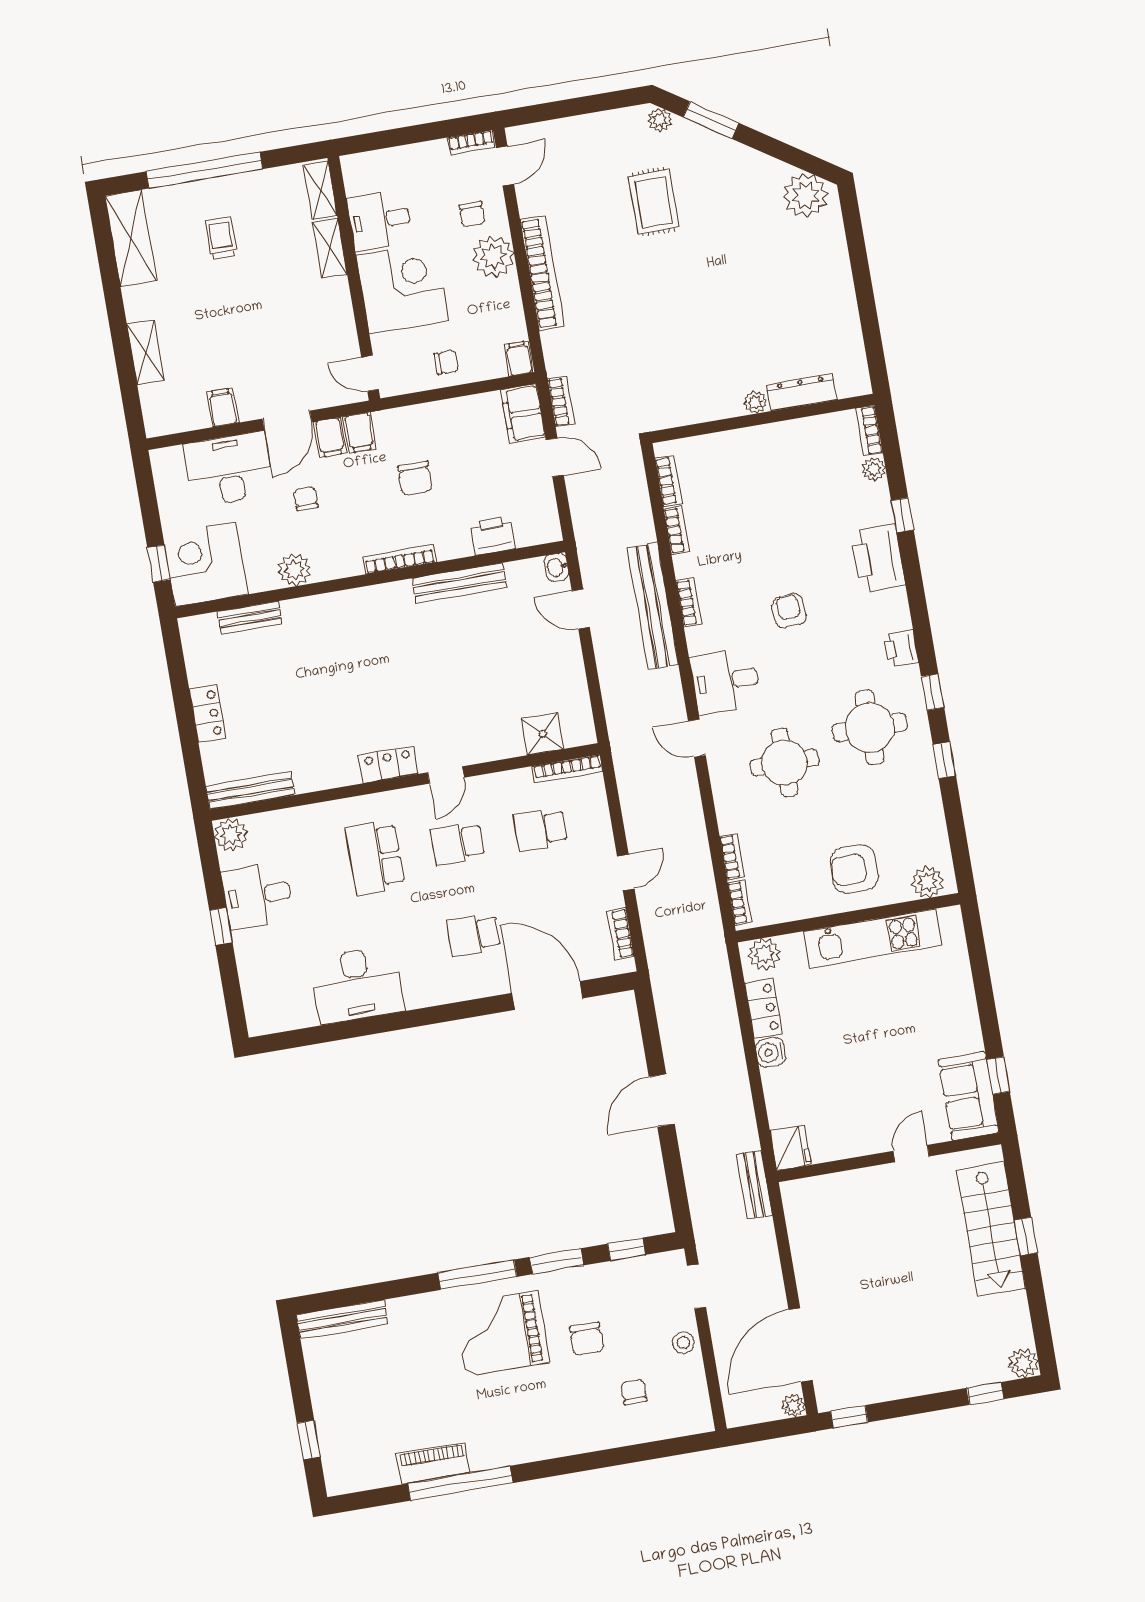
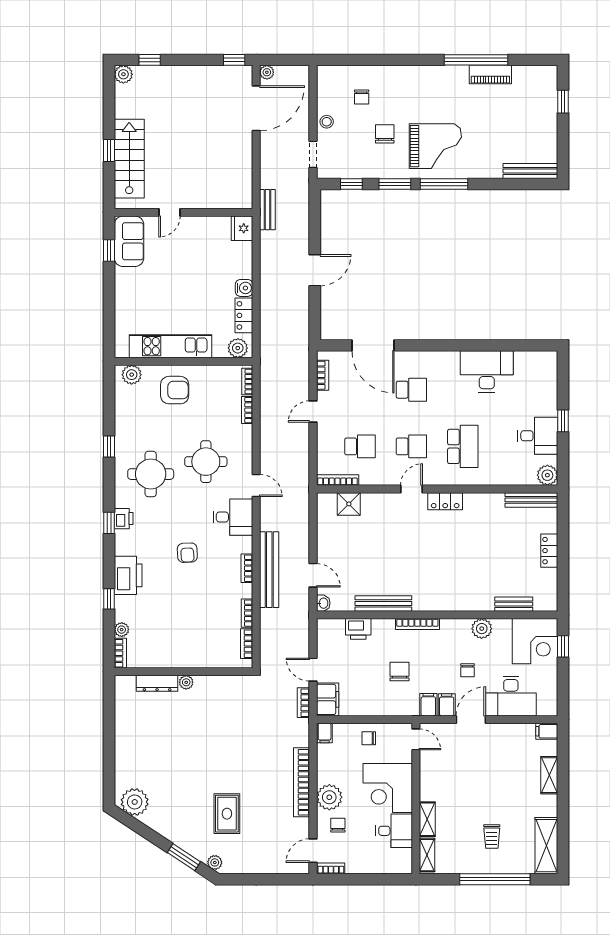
filing cabinet: (223, 407) -> (547, 731), moved, turned 90
window: (933, 692) -> (109, 523), moved

